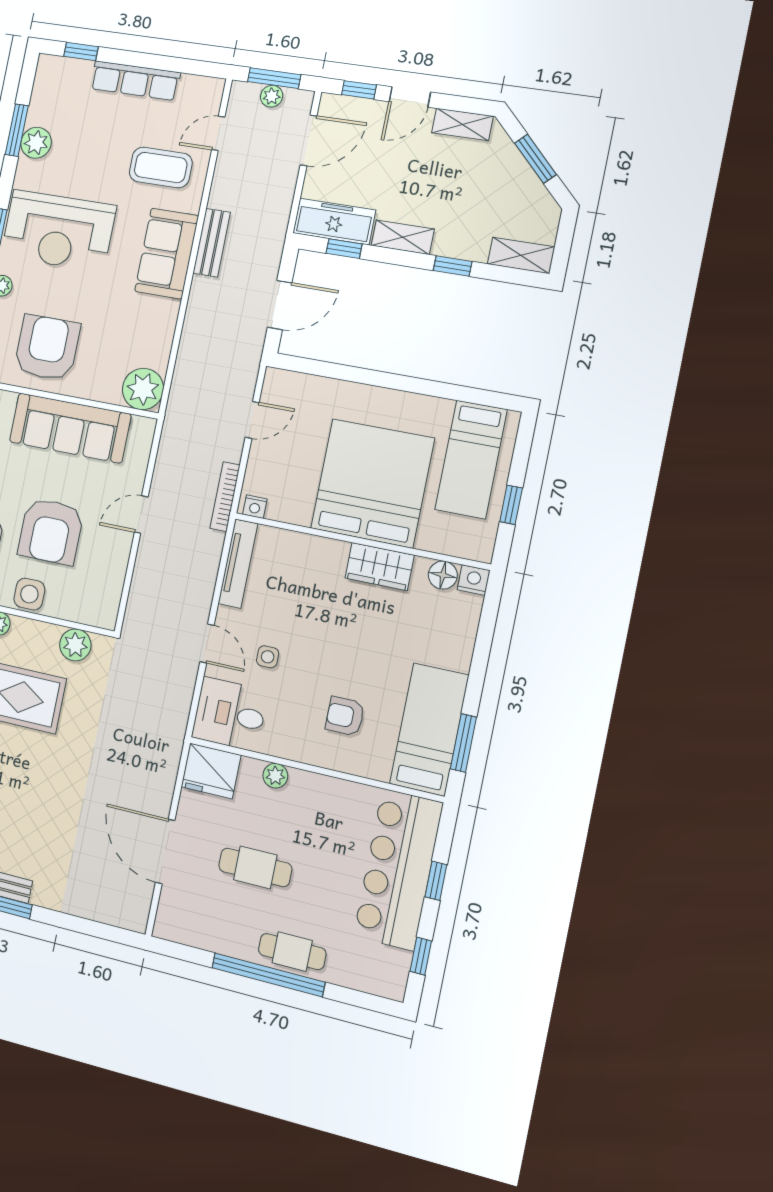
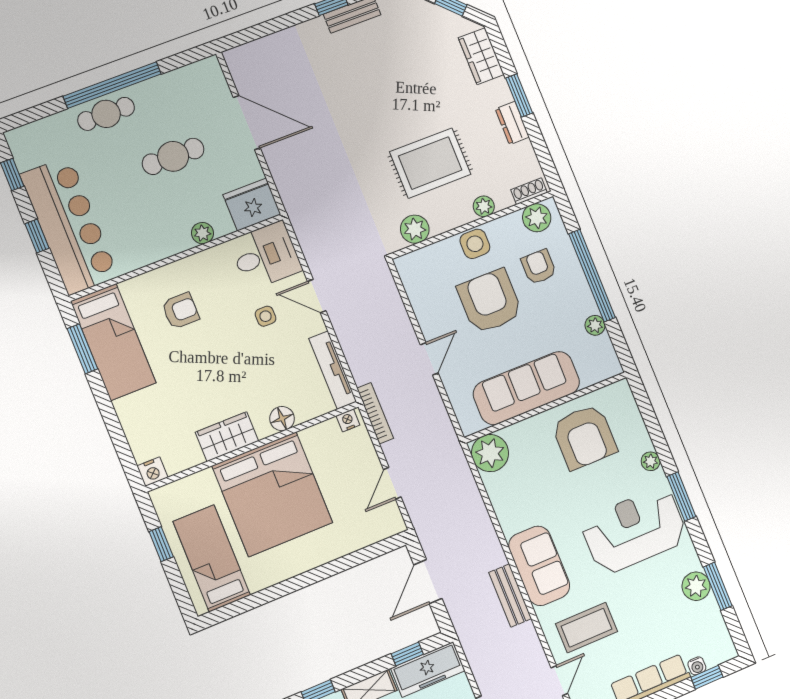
water cooler: (83, 68) -> (697, 666), added
floor lamp: (443, 575) -> (282, 419), moved

